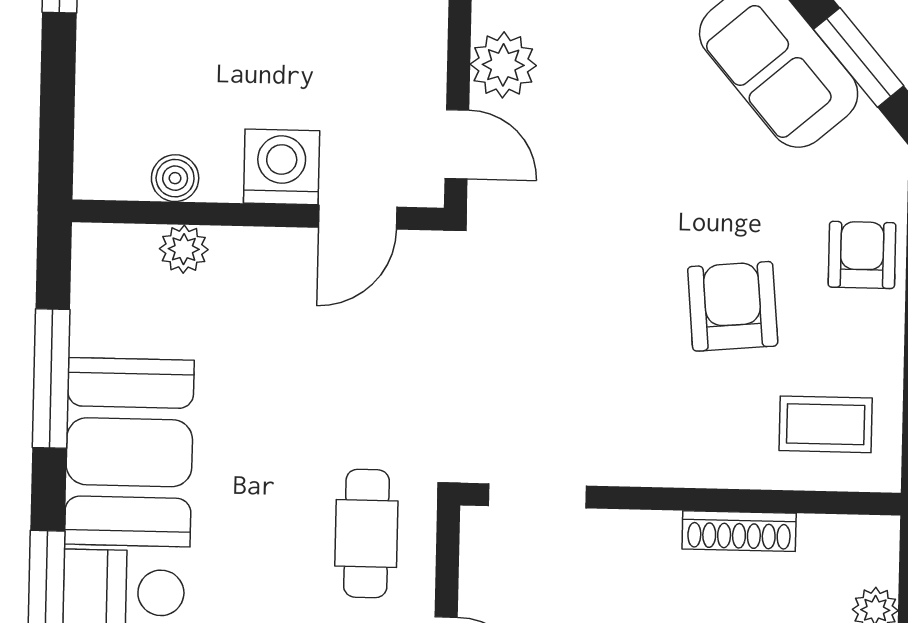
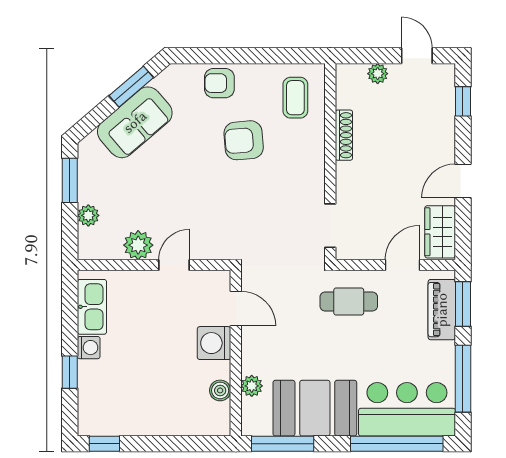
washing machine: (282, 167) -> (214, 343), moved
boiler: (175, 178) -> (220, 390), moved
wall: (258, 215) -> (236, 353), moved
door: (358, 217) -> (236, 309), moved
plant: (184, 249) -> (252, 386), moved

